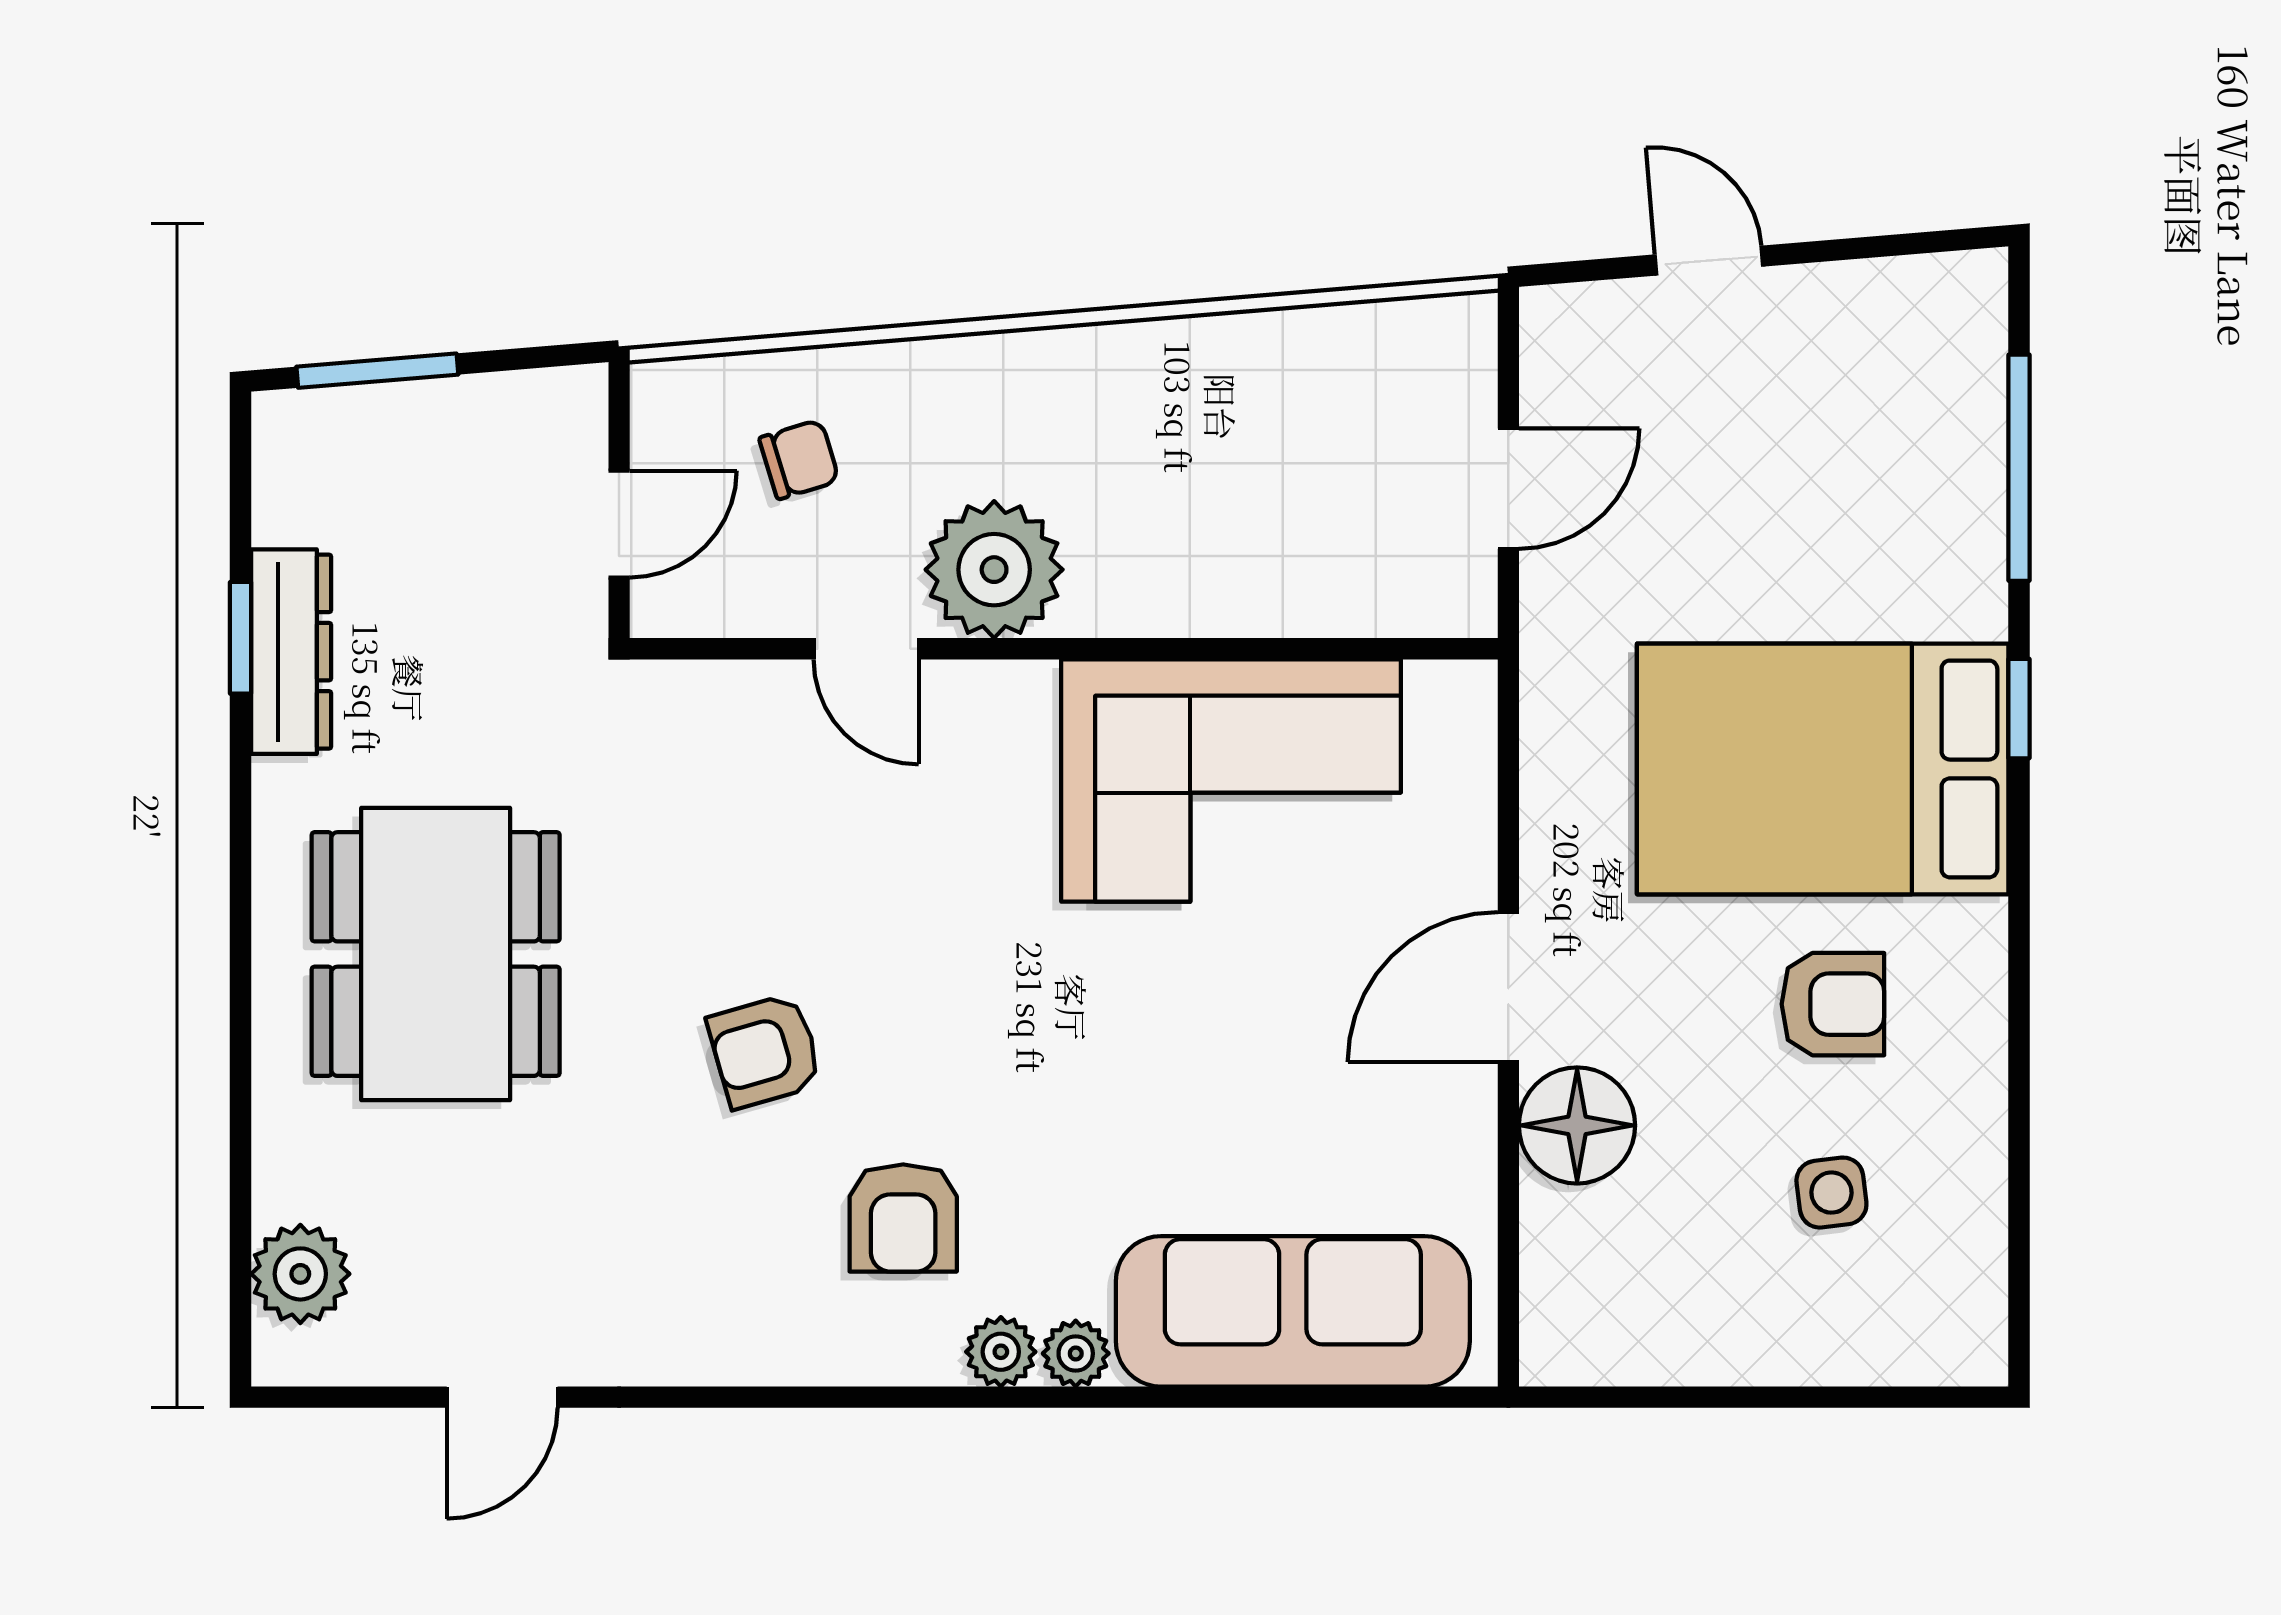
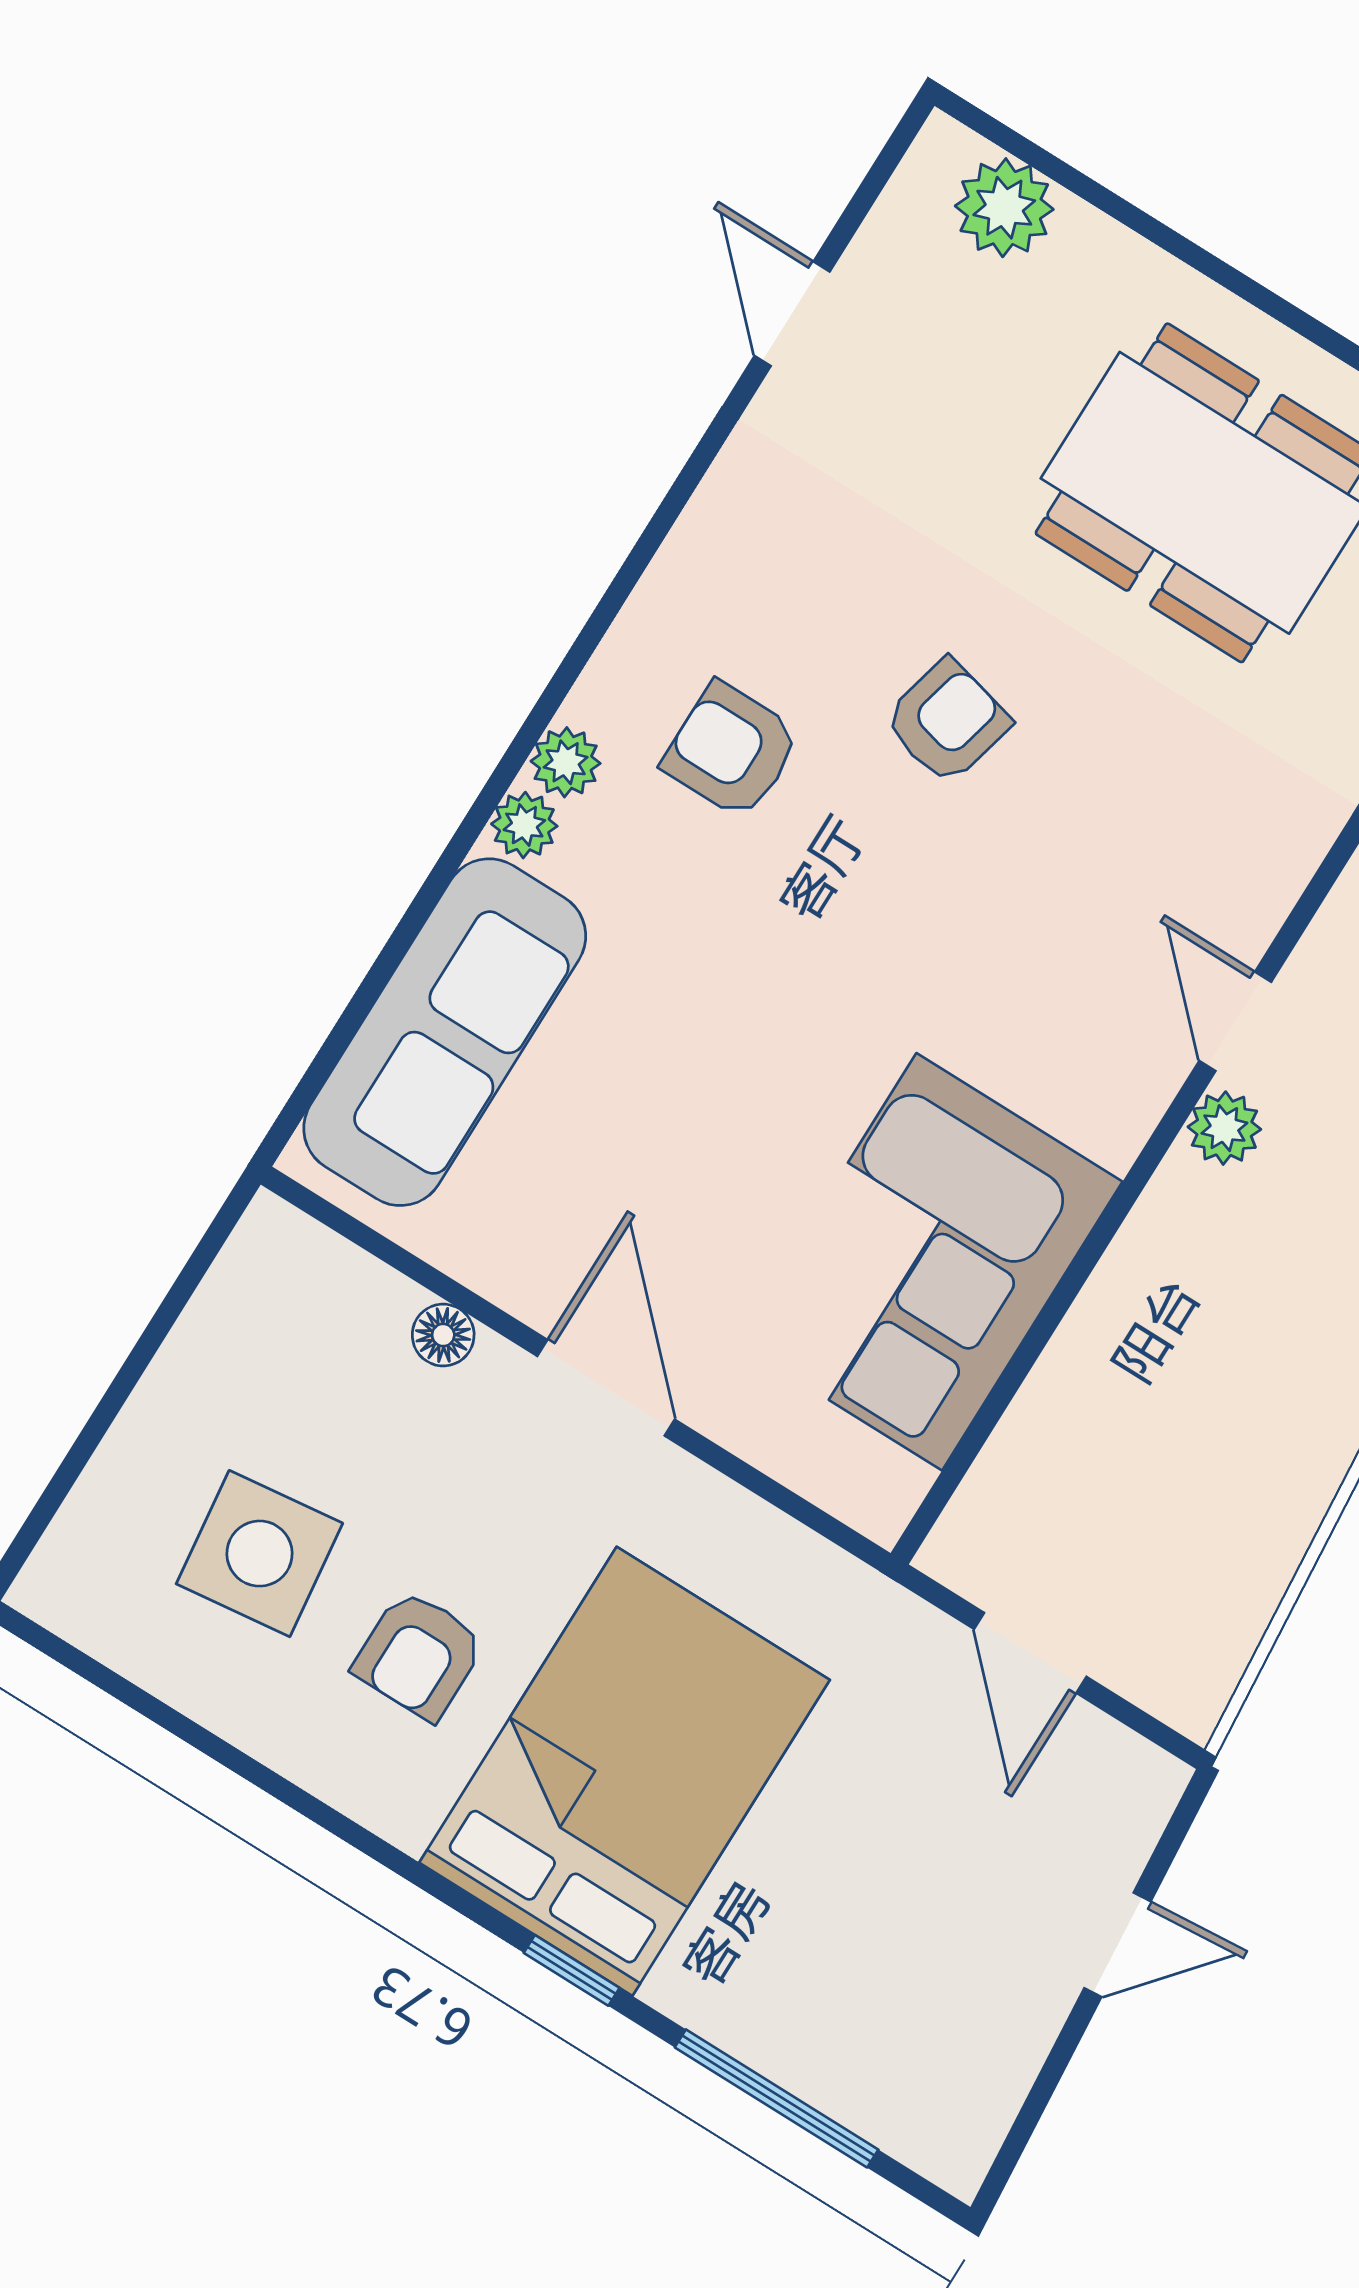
plant: (994, 570) -> (1224, 1128), width x0.53, depth x0.53
door: (866, 649) -> (1235, 1021), hinge flipped
armchair: (765, 1051) -> (947, 721), turned 30
floor lamp: (1577, 1125) -> (443, 1335), width x0.53, depth x0.53
side table: (1831, 1193) -> (259, 1554), width x1.87, depth x1.87

